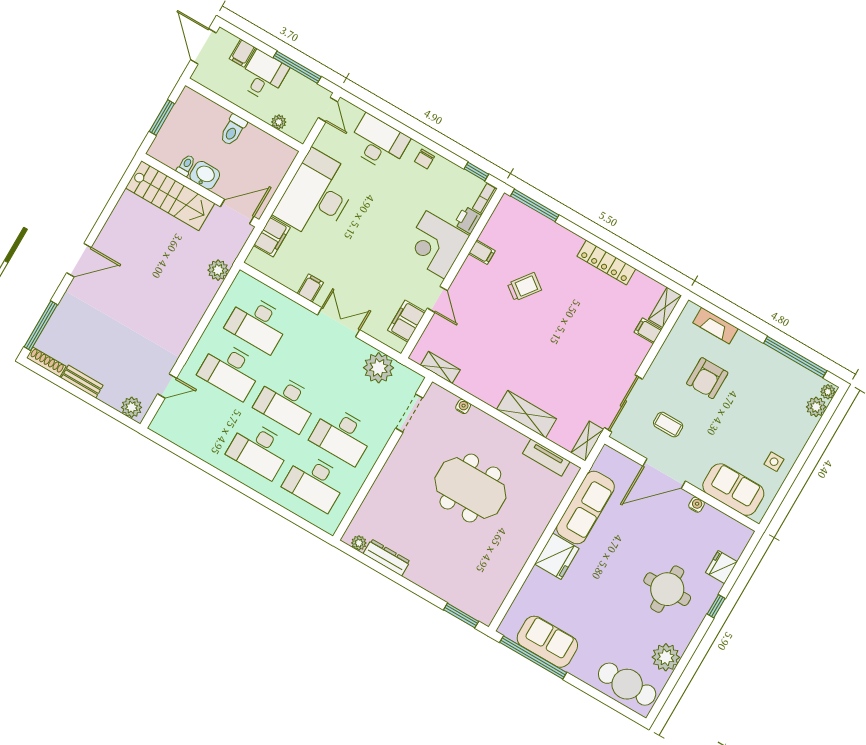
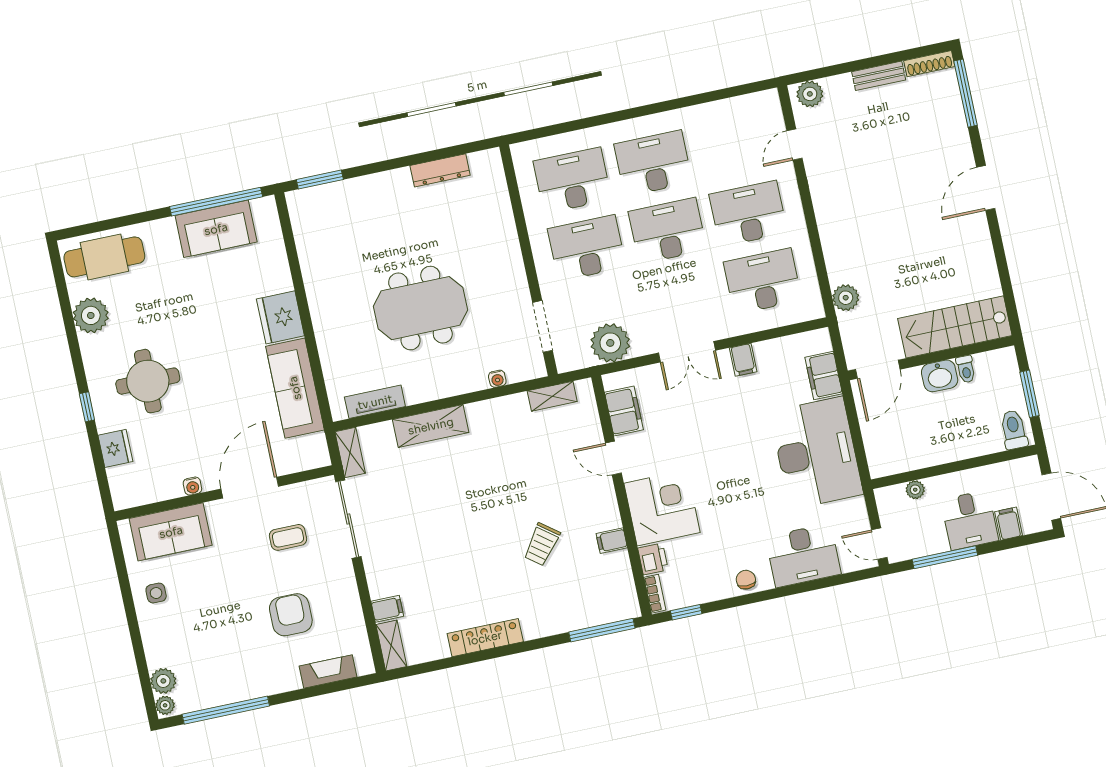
toilet: (233, 130) -> (1014, 430), moved
plant: (359, 543) -> (479, 161), removed

